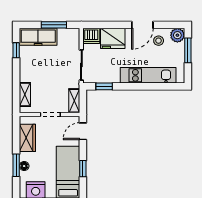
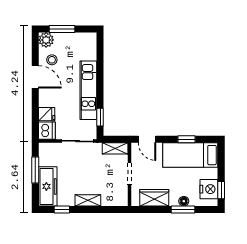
fridge: (113, 38) -> (47, 114), width x0.53, depth x0.75
kitchen unit: (148, 75) -> (88, 90), moved
shelving: (25, 94) -> (88, 200), moved

